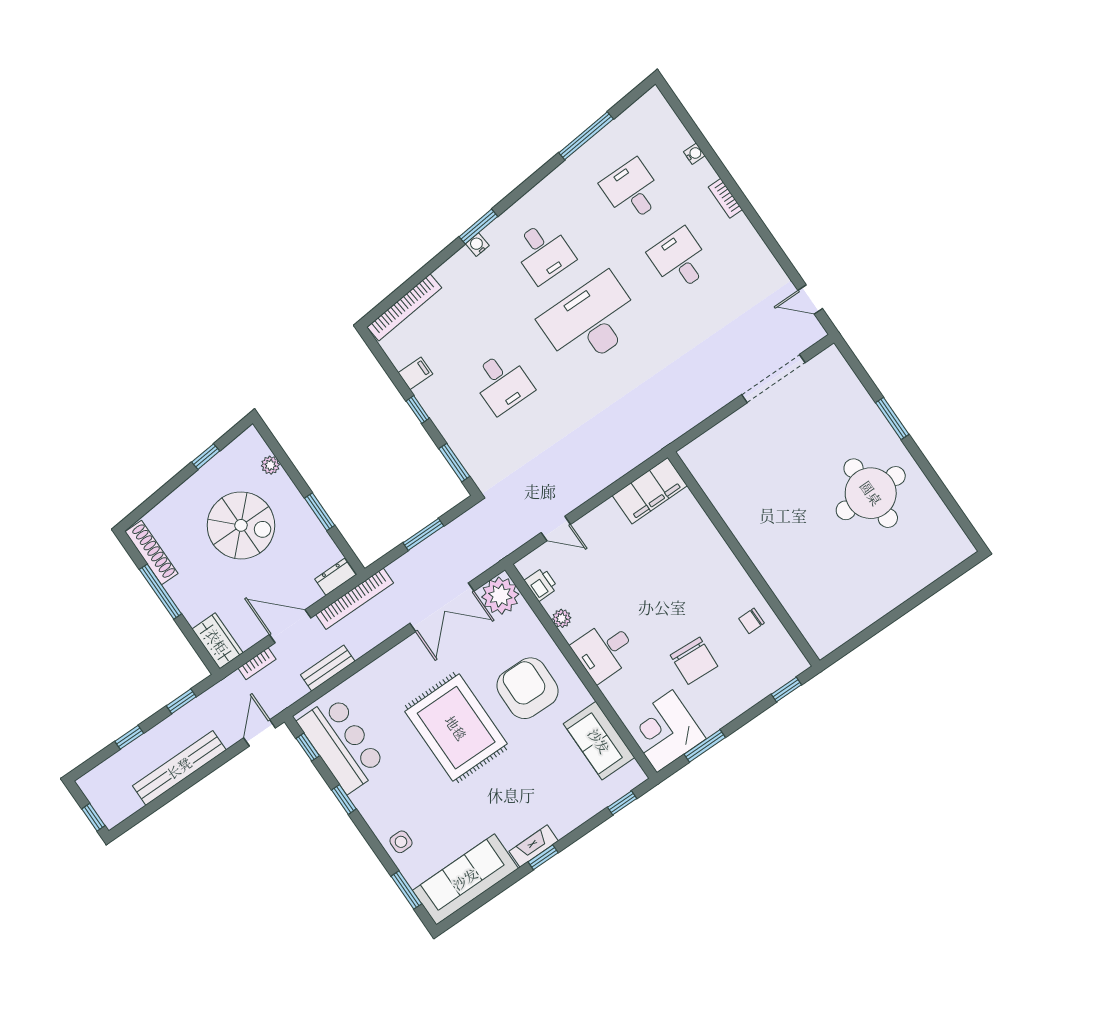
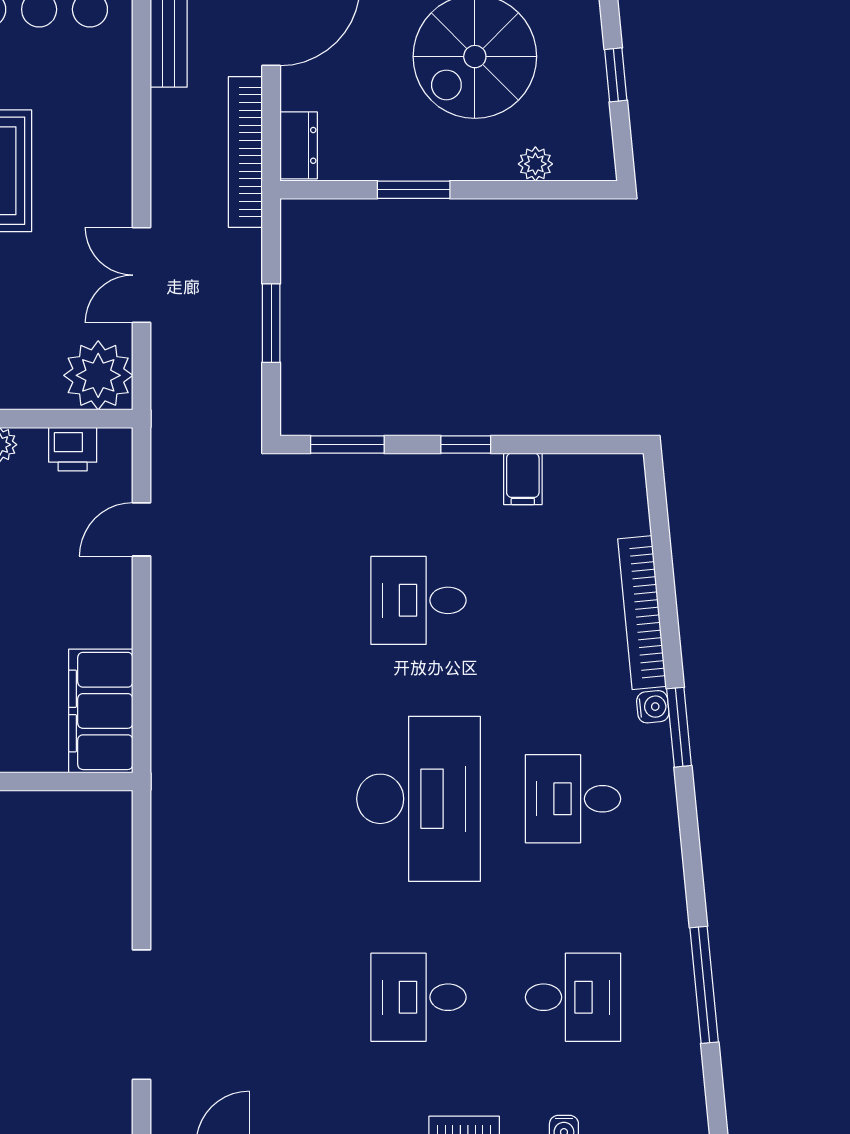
desk: (680, 260) -> (418, 997), turned 180
bookcase: (404, 307) -> (642, 613), moved
double door: (442, 607) -> (142, 275), width x0.73

